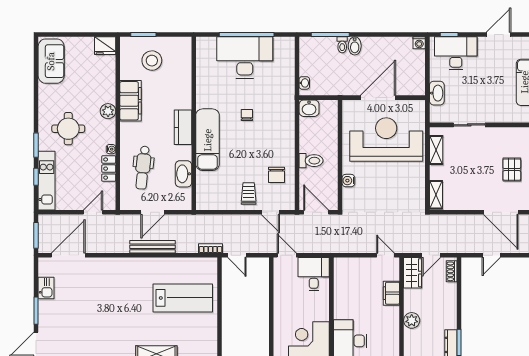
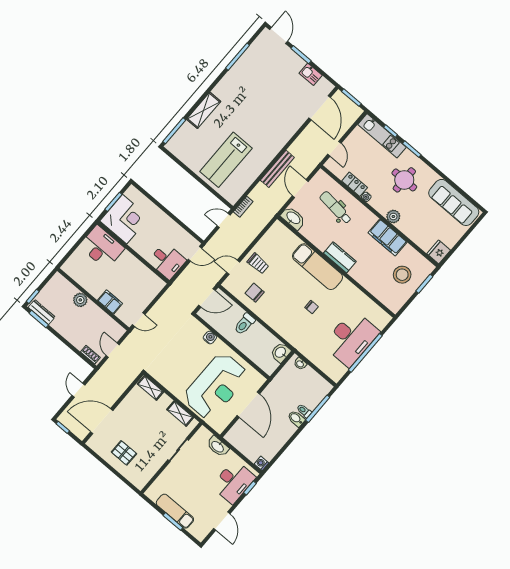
sofa: (51, 61) -> (454, 202), width x1.36
washbasin: (183, 174) -> (293, 218), moved
wardrobe: (413, 273) -> (112, 328), removed

